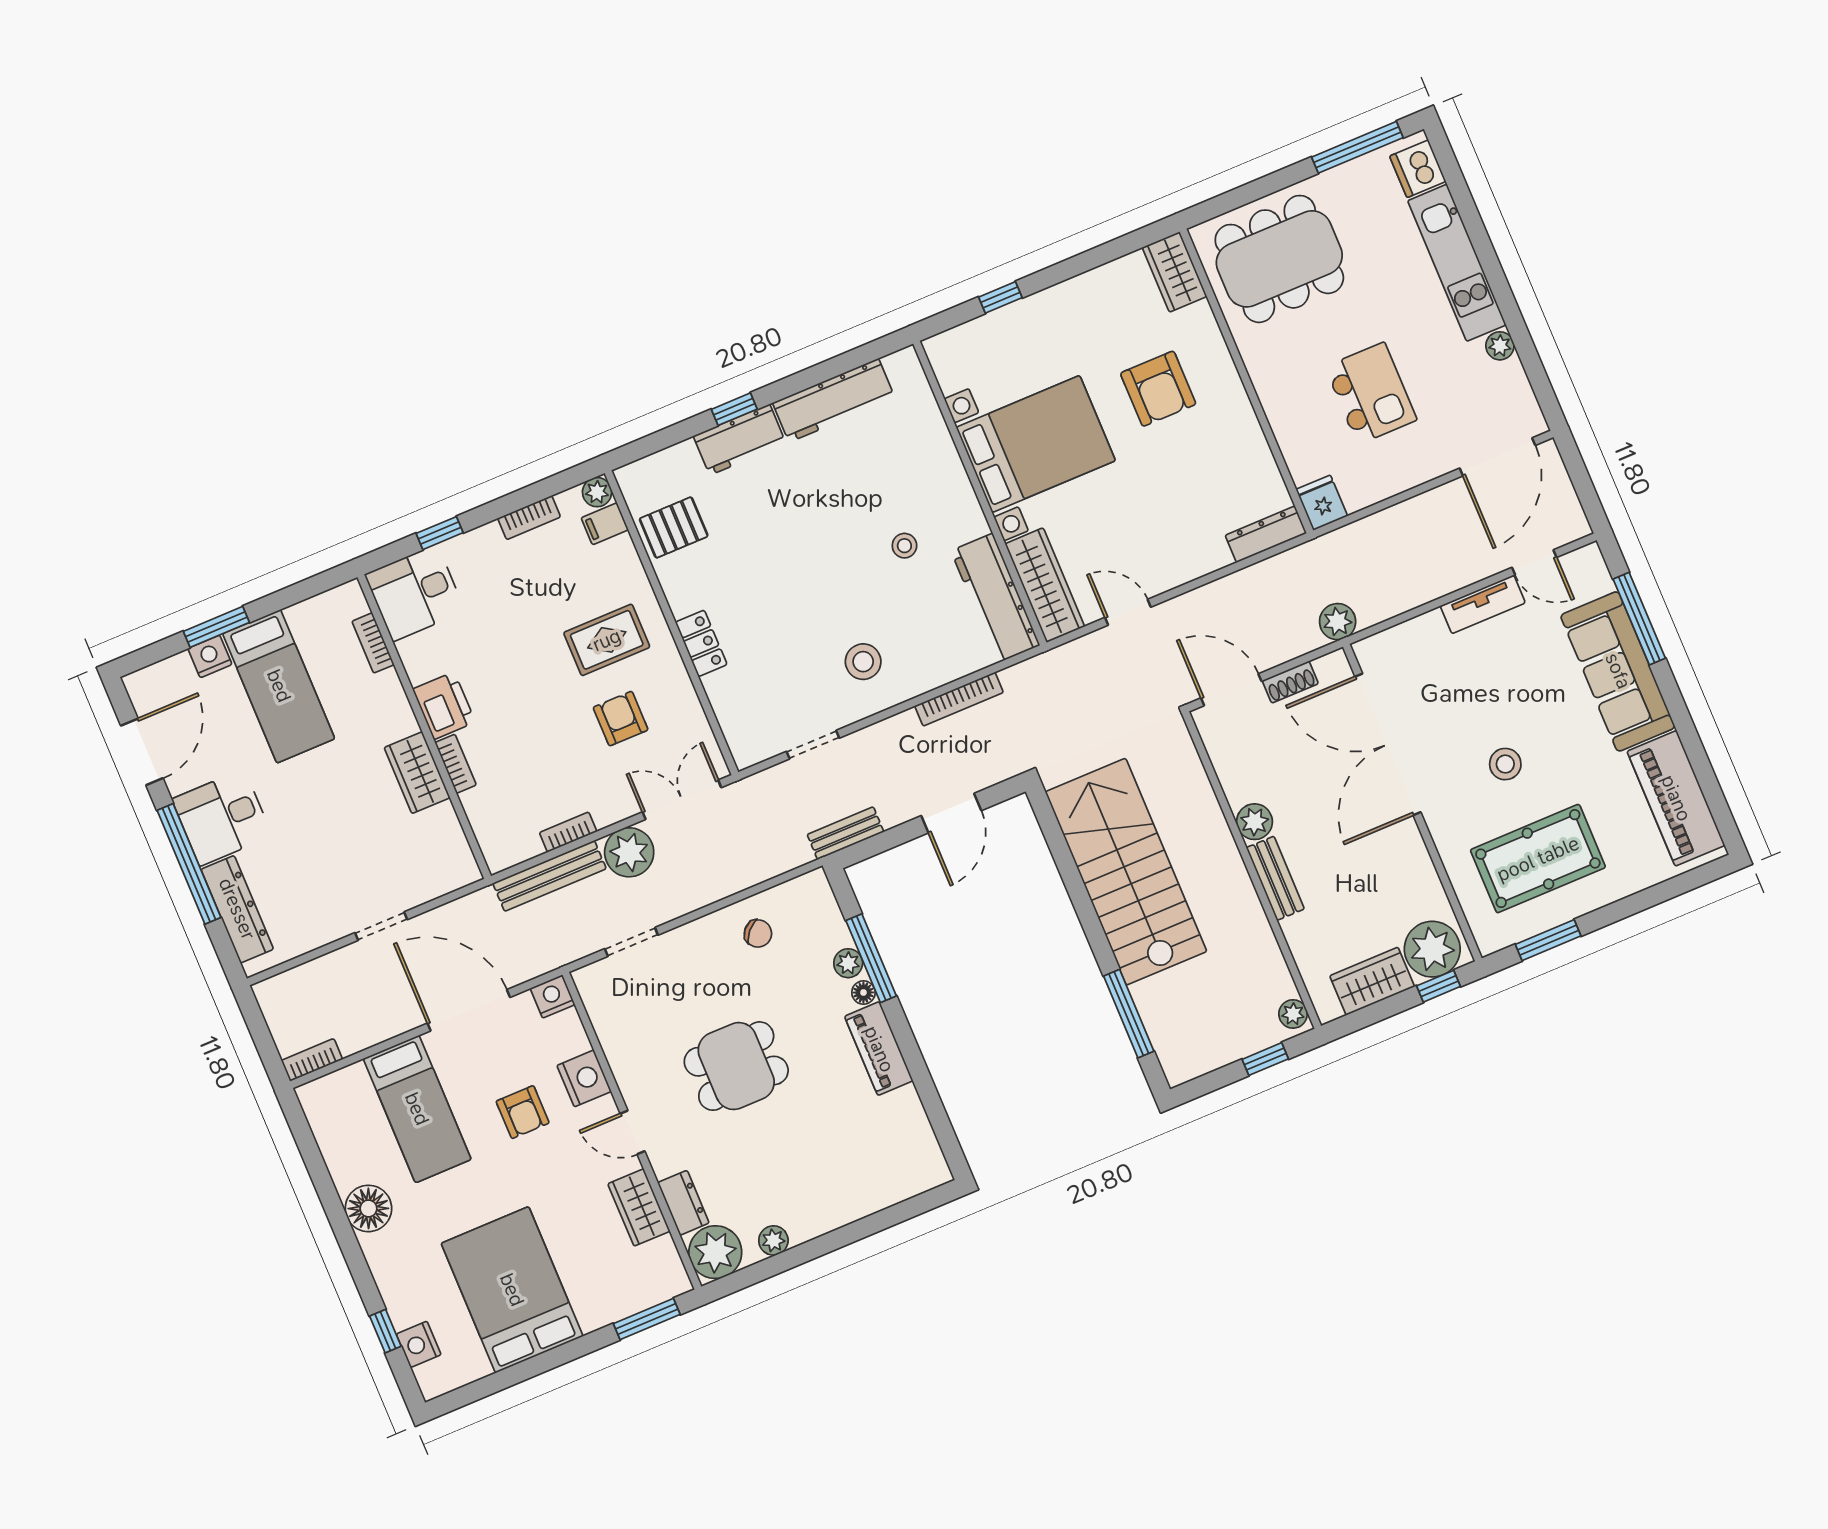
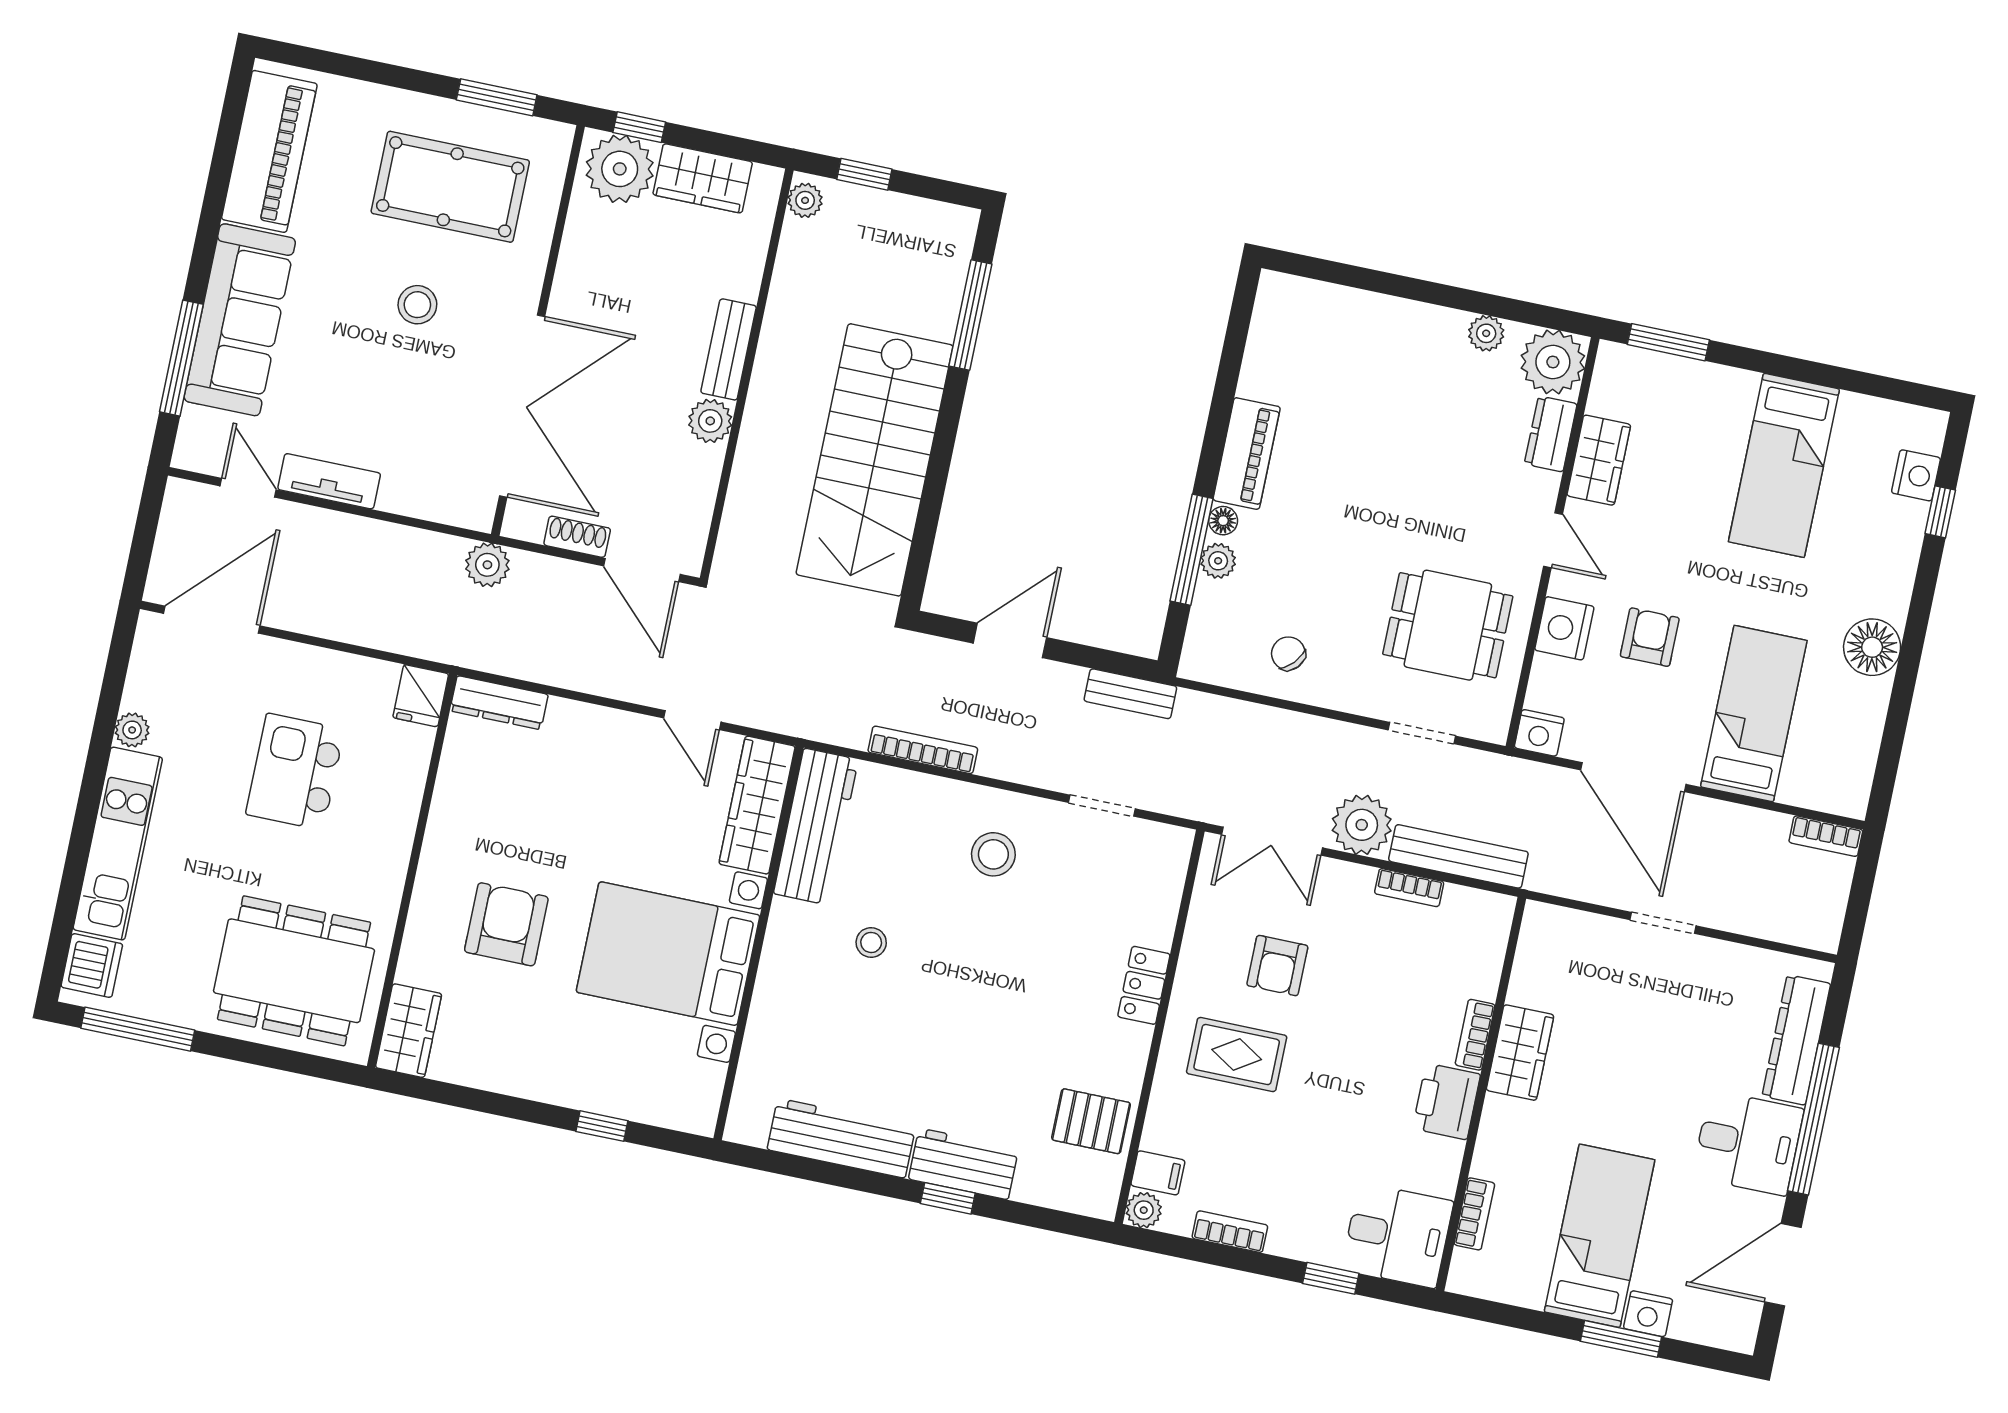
dining table: (736, 1066) -> (1448, 625), moved
bed: (512, 1290) -> (1784, 465), width x0.67

